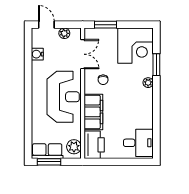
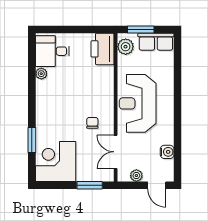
plant: (148, 83) -> (41, 74), moved
filing cabinet: (93, 112) -> (103, 86), removed
window: (49, 162) -> (141, 29), moved

